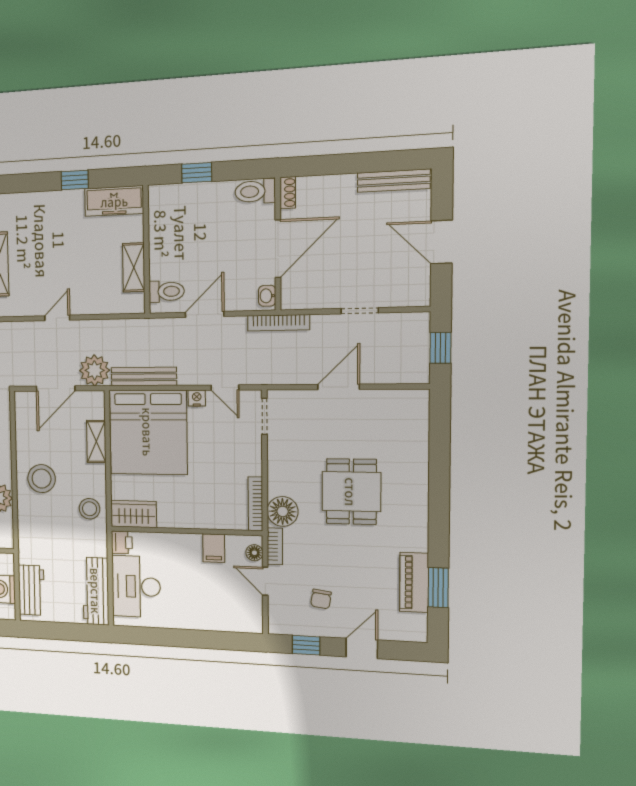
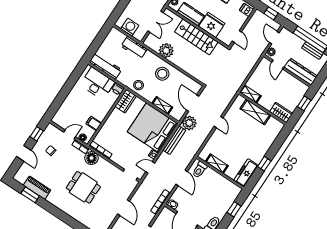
workbench: (31, 590) -> (134, 48), moved

